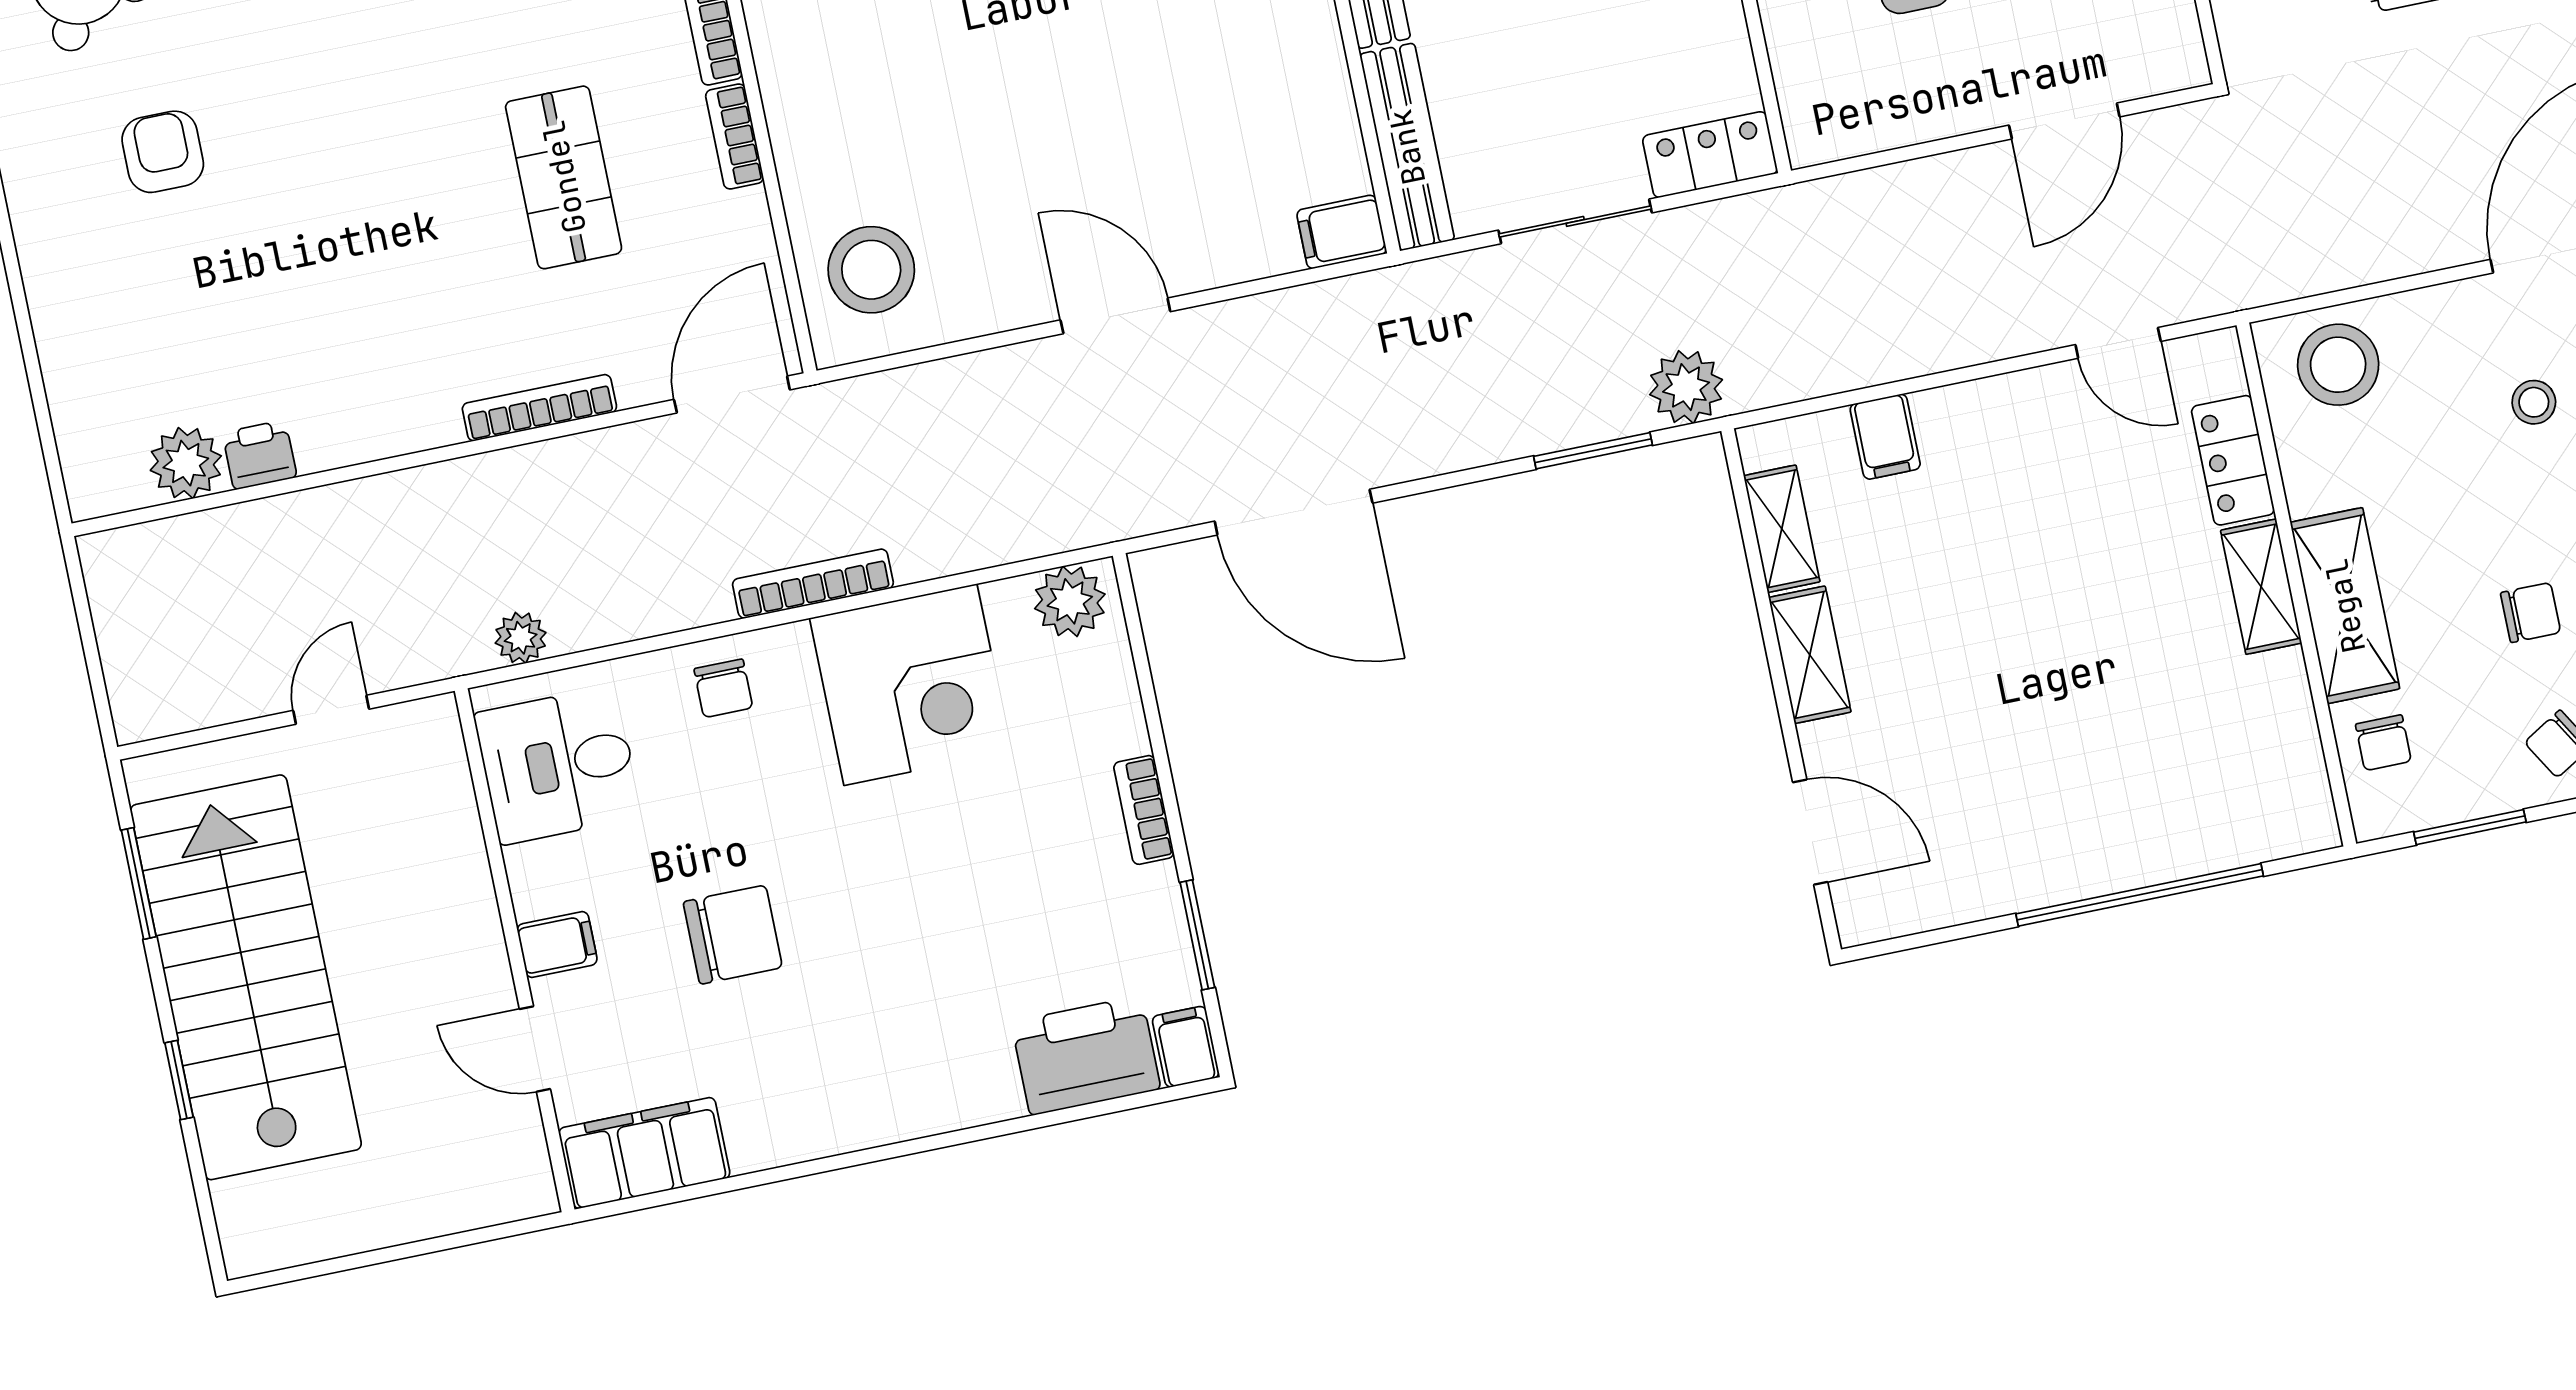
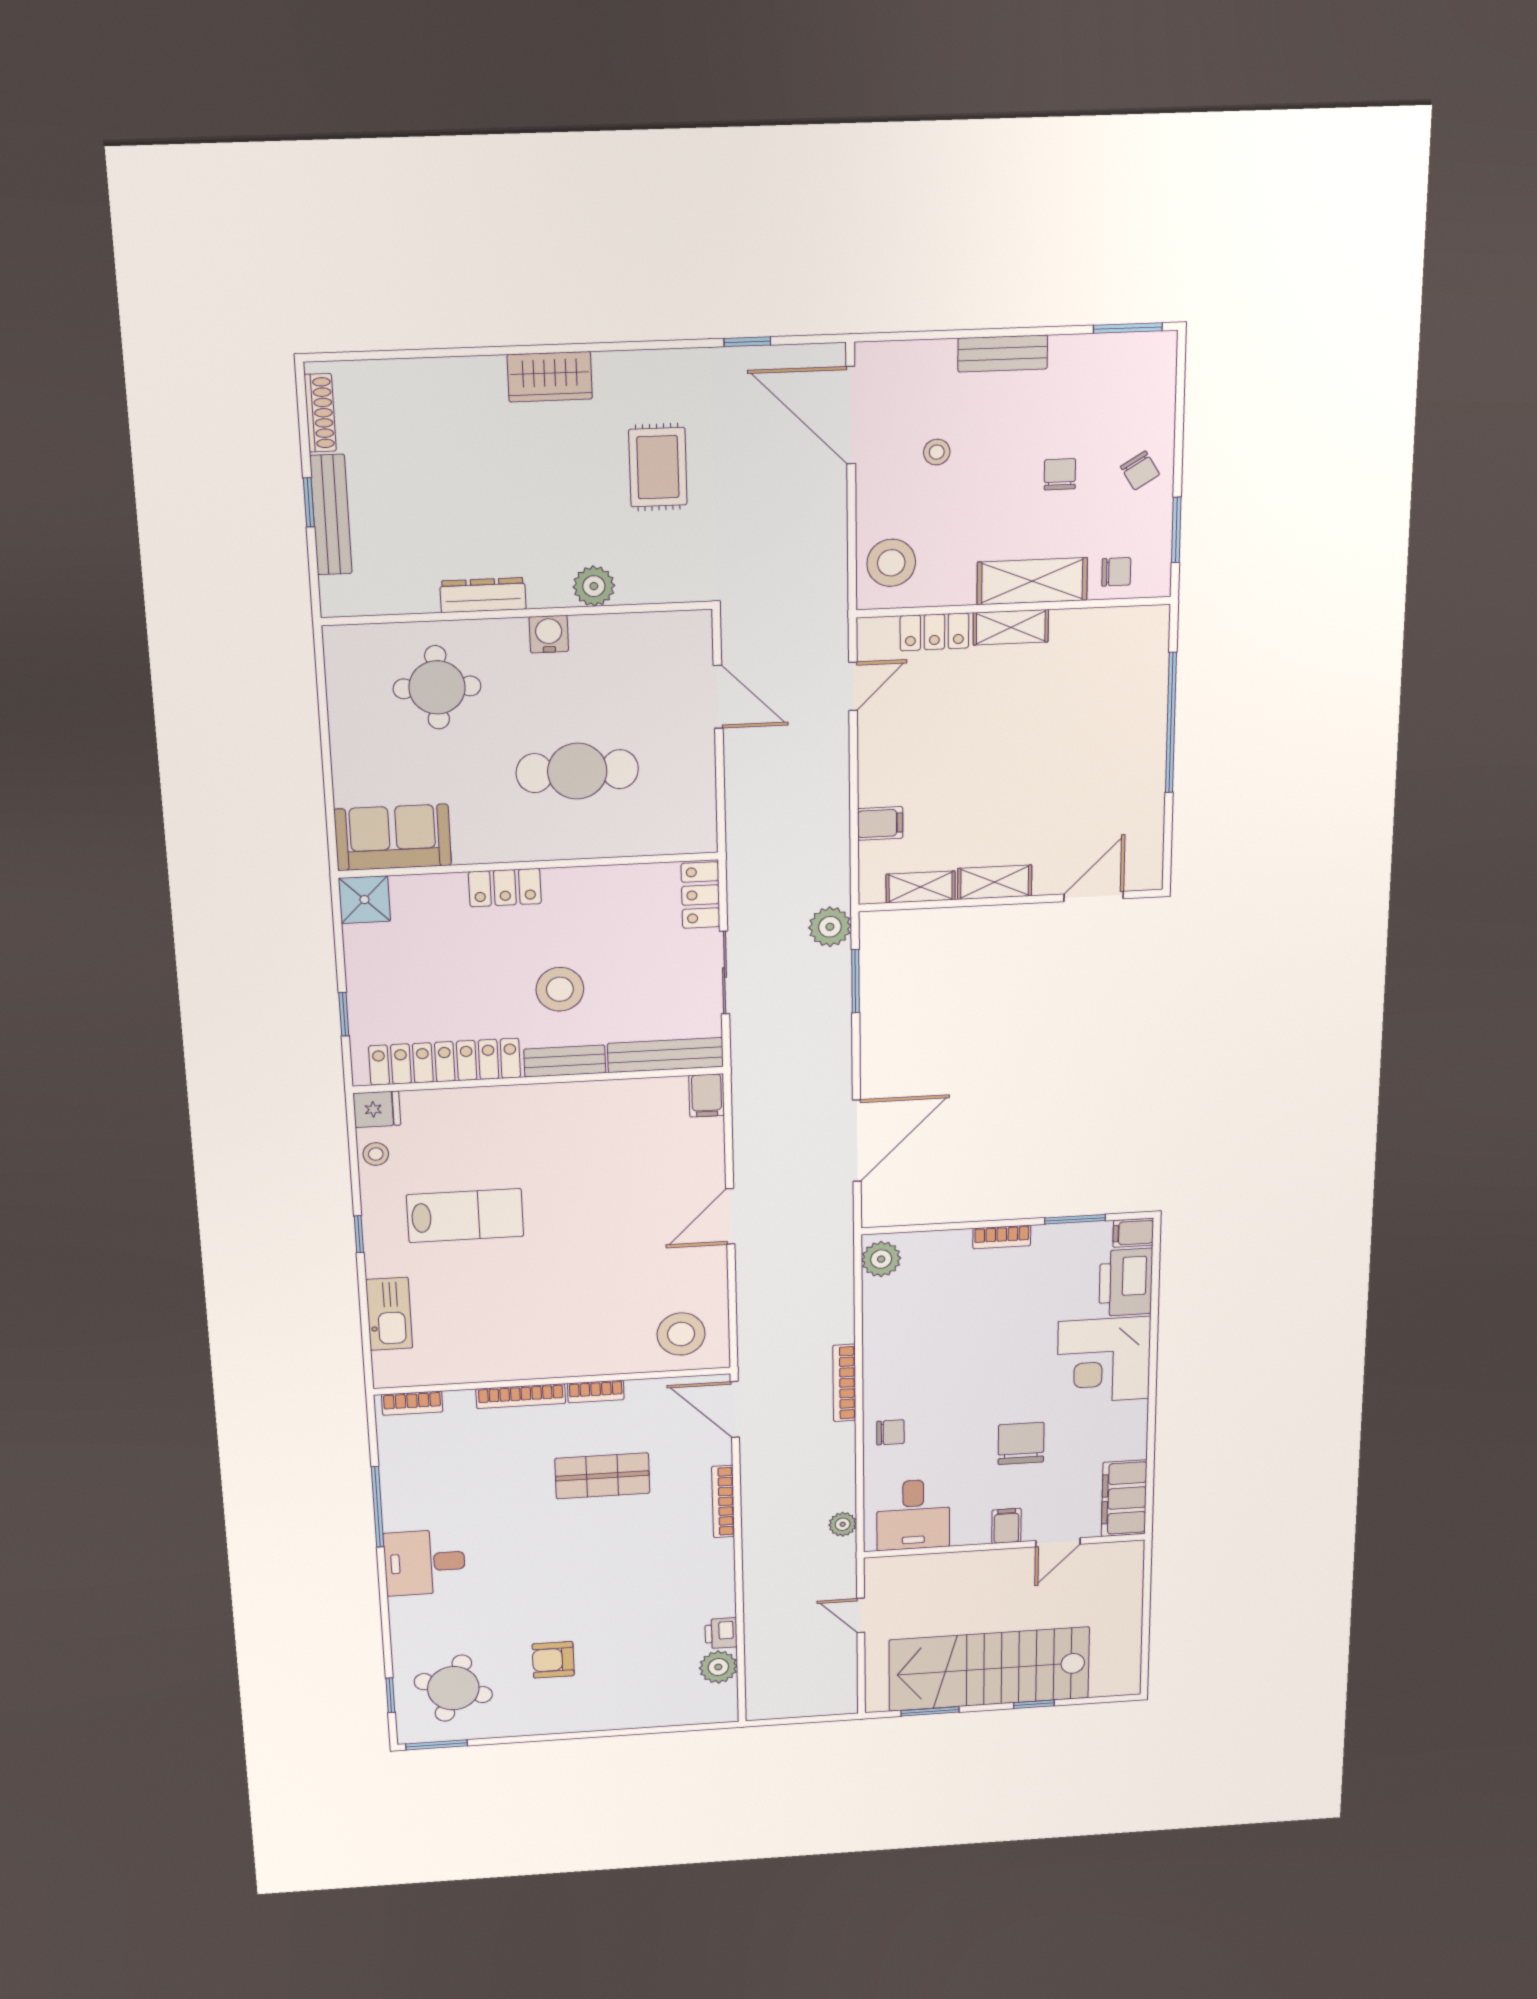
corner desk: (910, 685) -> (1104, 1360), moved, turned 180

